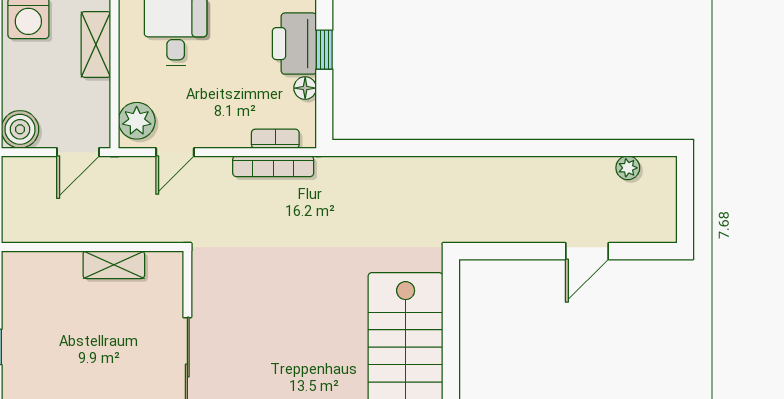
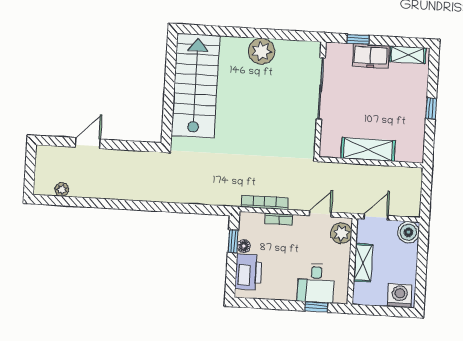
shelving: (96, 44) -> (363, 263), moved
window: (324, 50) -> (233, 241), moved
bookcase: (275, 139) -> (279, 219), moved
shelving: (114, 265) -> (368, 149), width x1.50, depth x1.33

